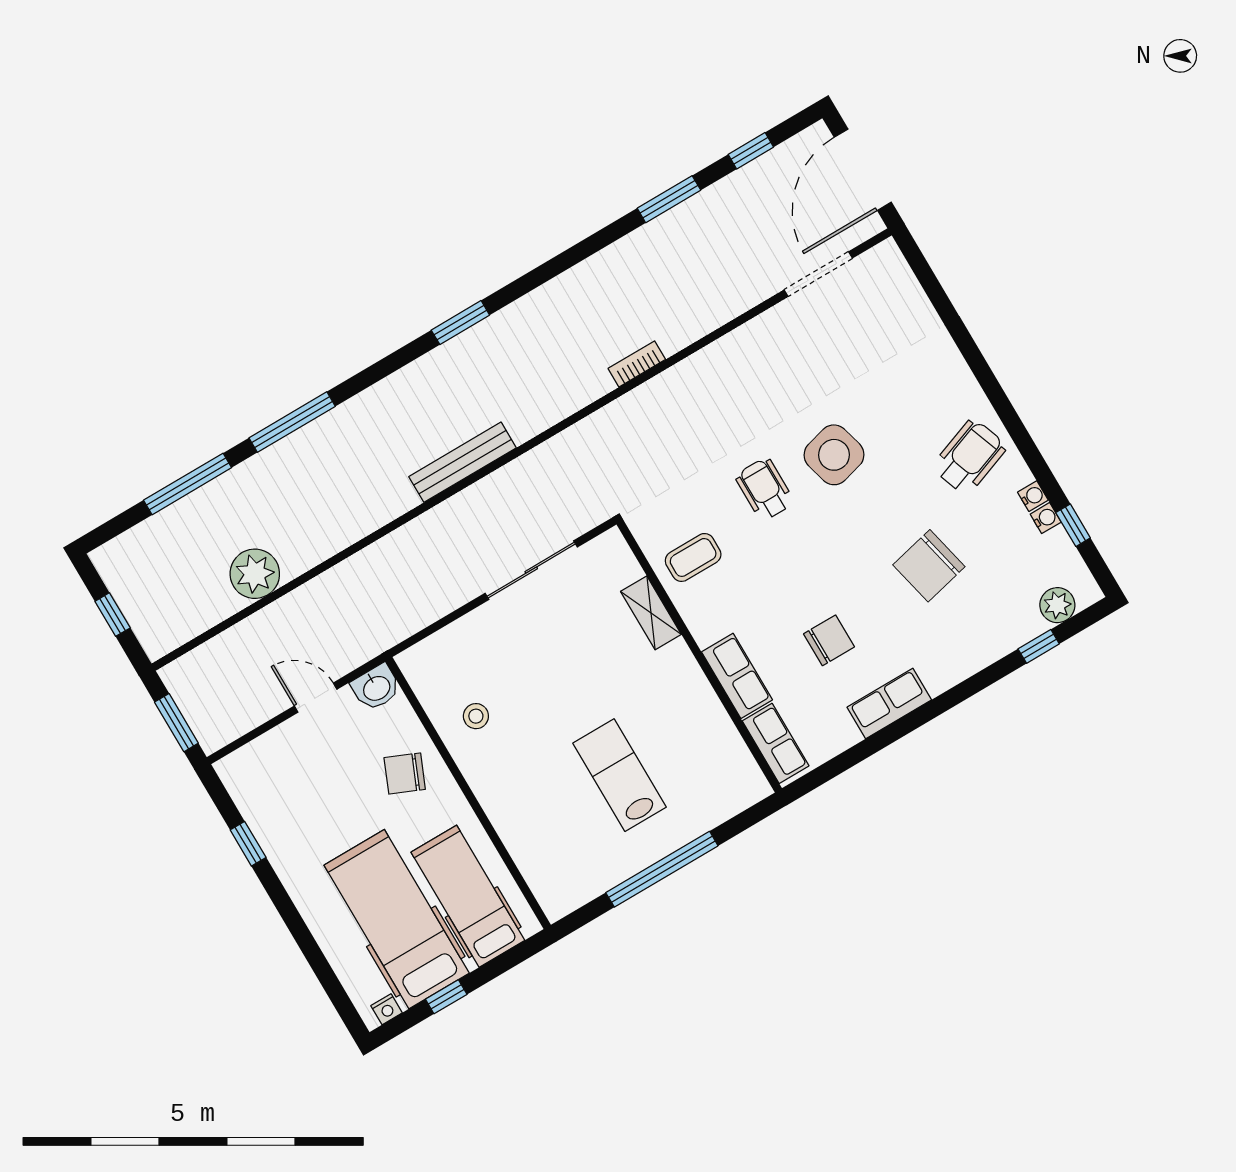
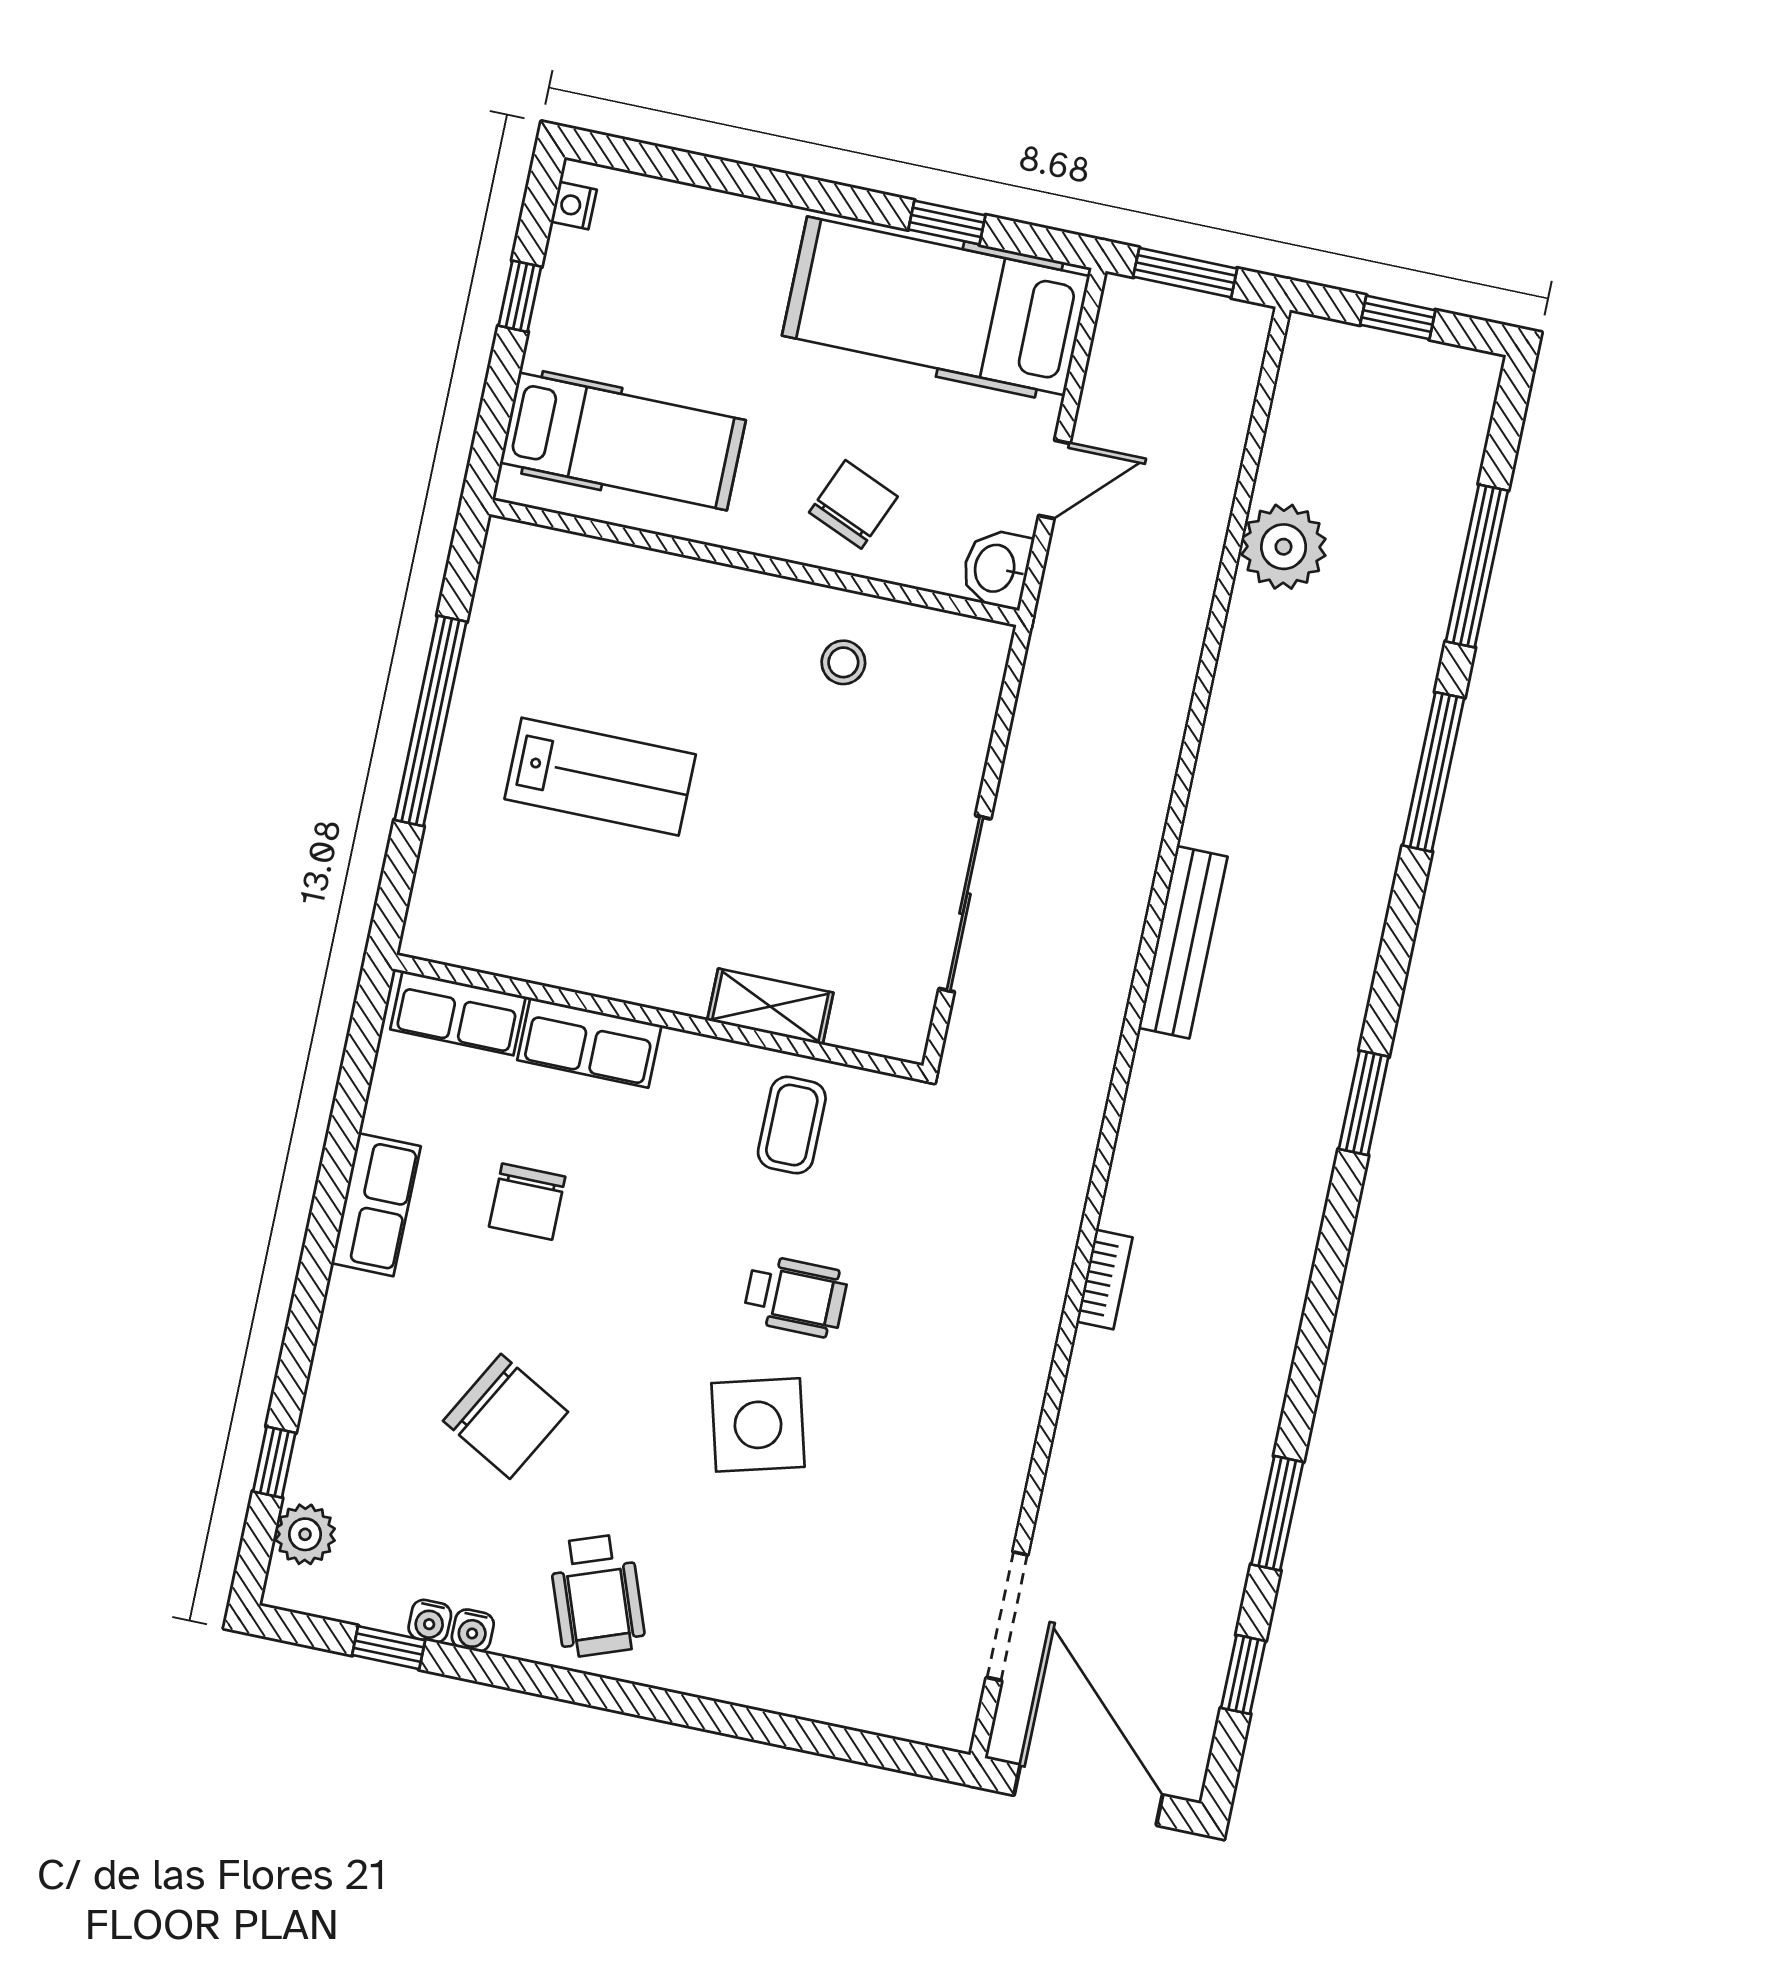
chair: (929, 566) -> (505, 1416), turned 132
hospital bed: (397, 919) -> (936, 306), moved, turned 180

